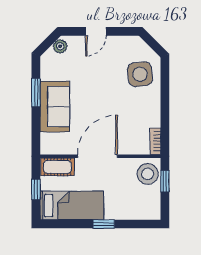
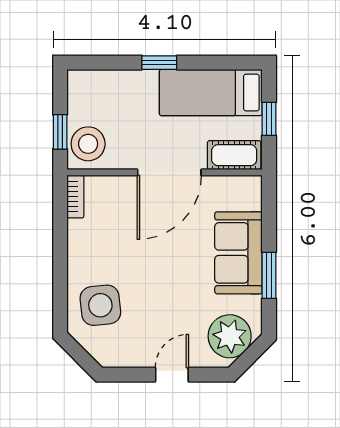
plant: (60, 46) -> (230, 336), width x1.87, depth x1.87

